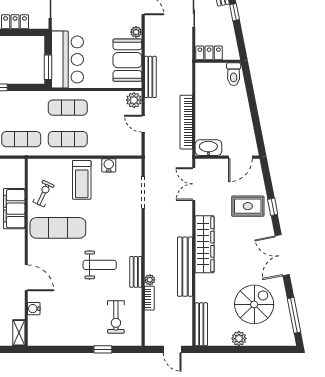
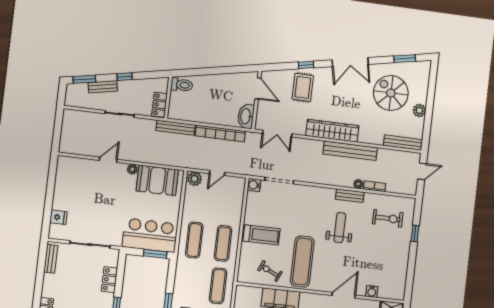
bench: (150, 77) -> (176, 128), moved
water cooler: (109, 165) -> (254, 185), moved
window: (294, 315) -> (405, 59), width x0.69

